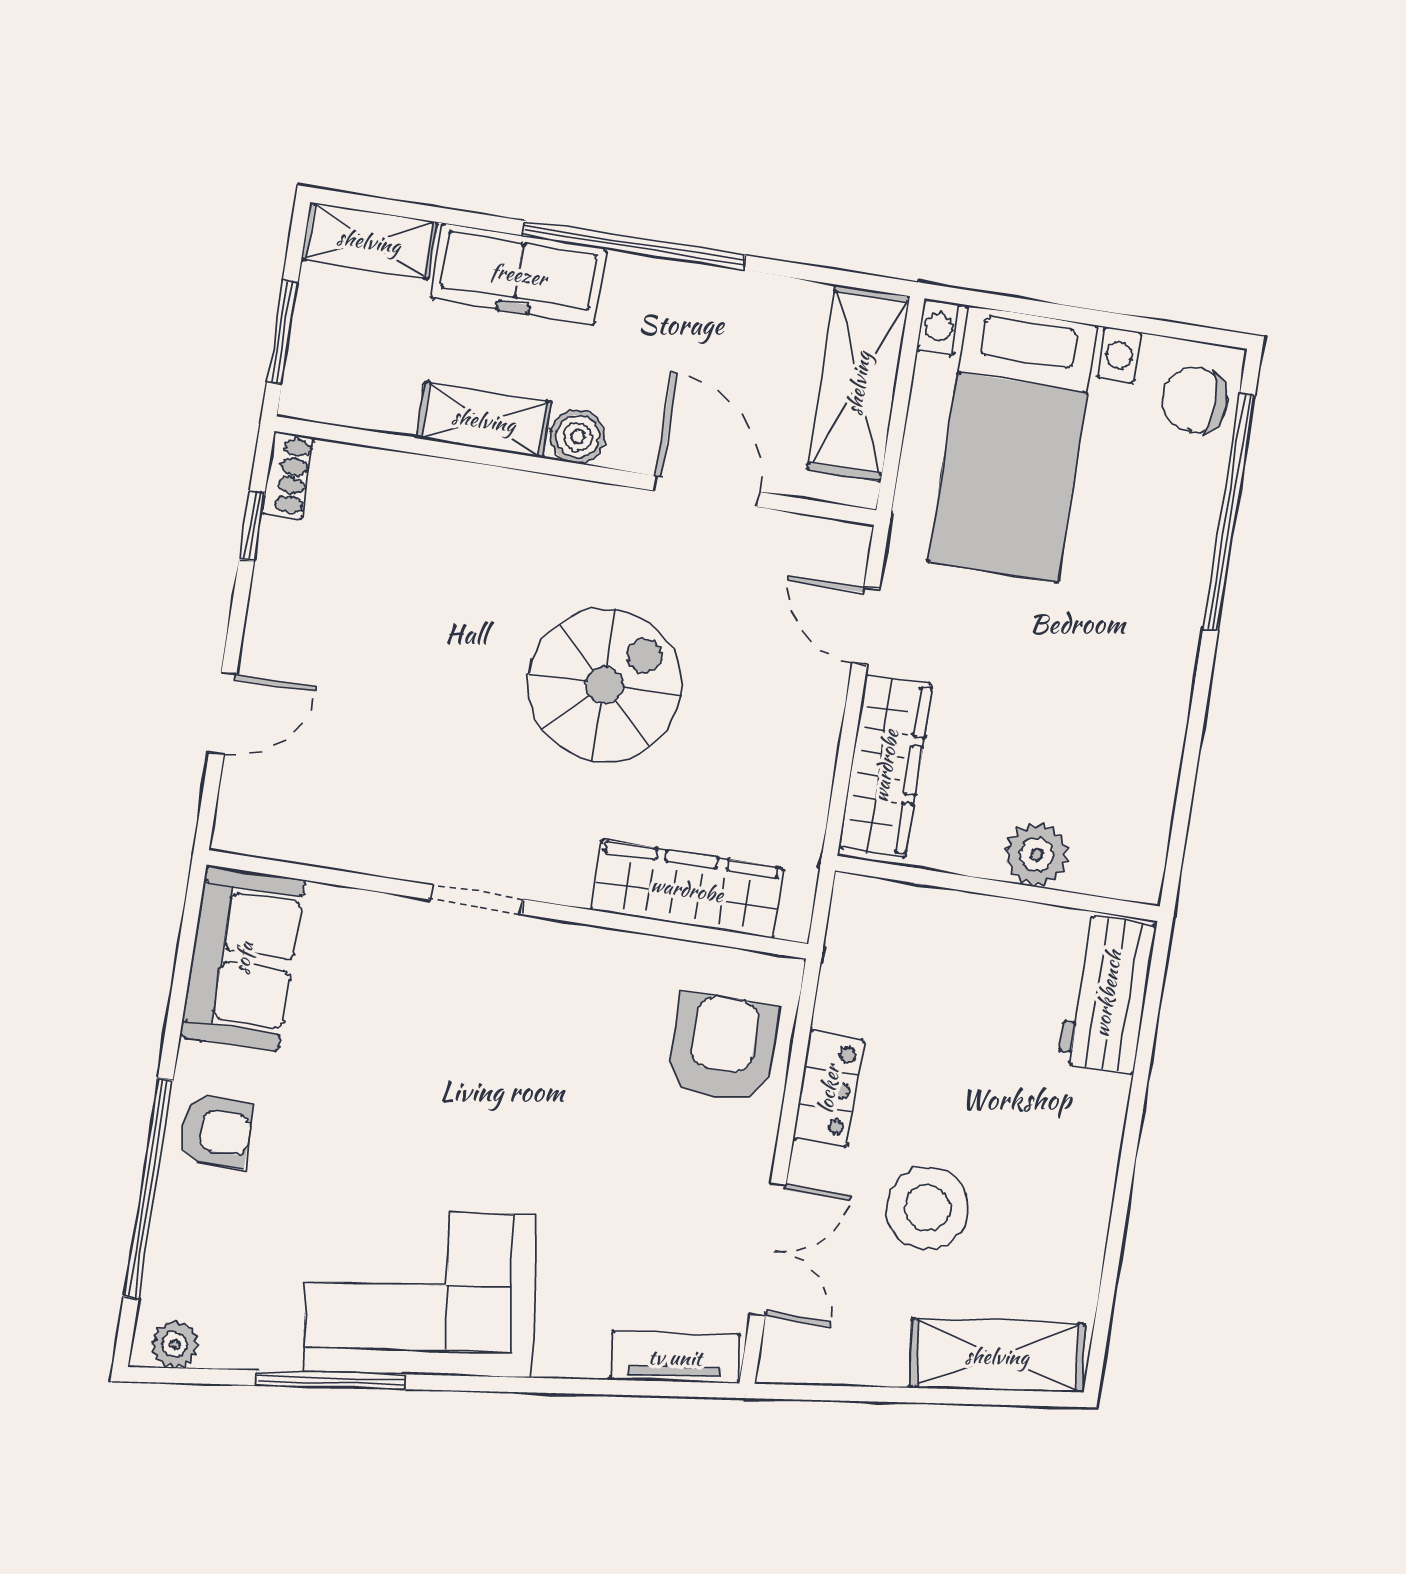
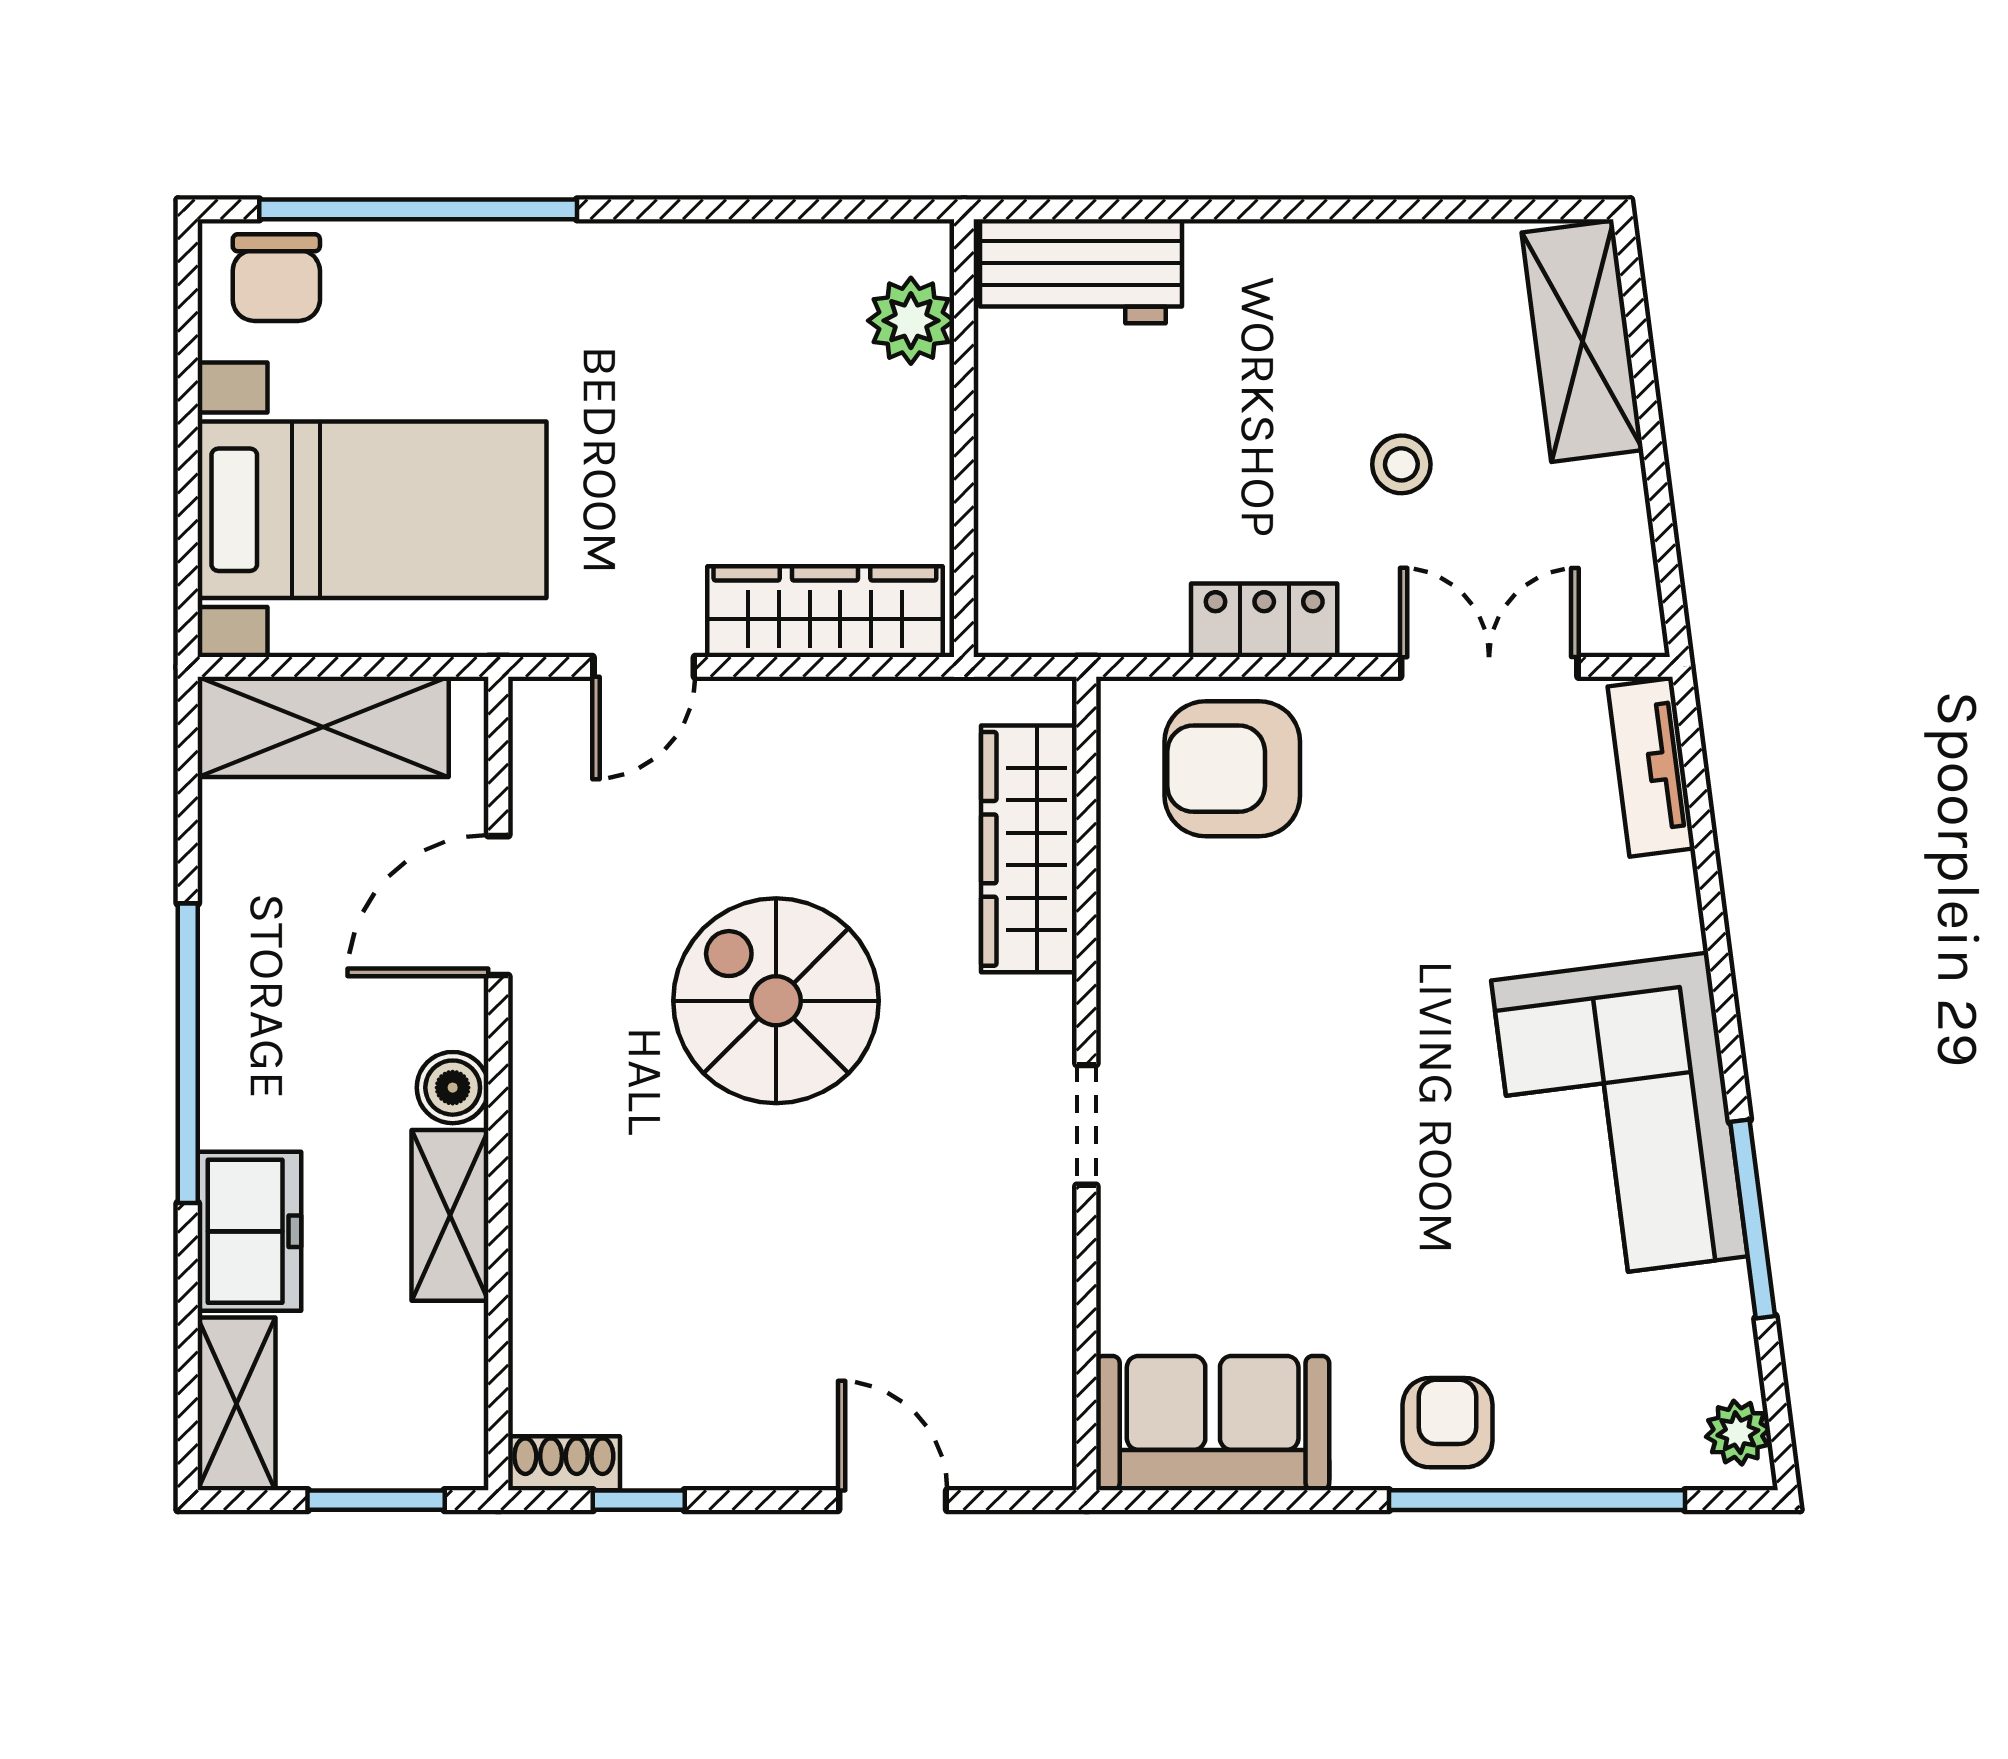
freezer: (519, 274) -> (249, 1231), width x0.71
plant: (1037, 855) -> (911, 321), moved
stool: (927, 1208) -> (1401, 464), width x0.53, depth x0.53

